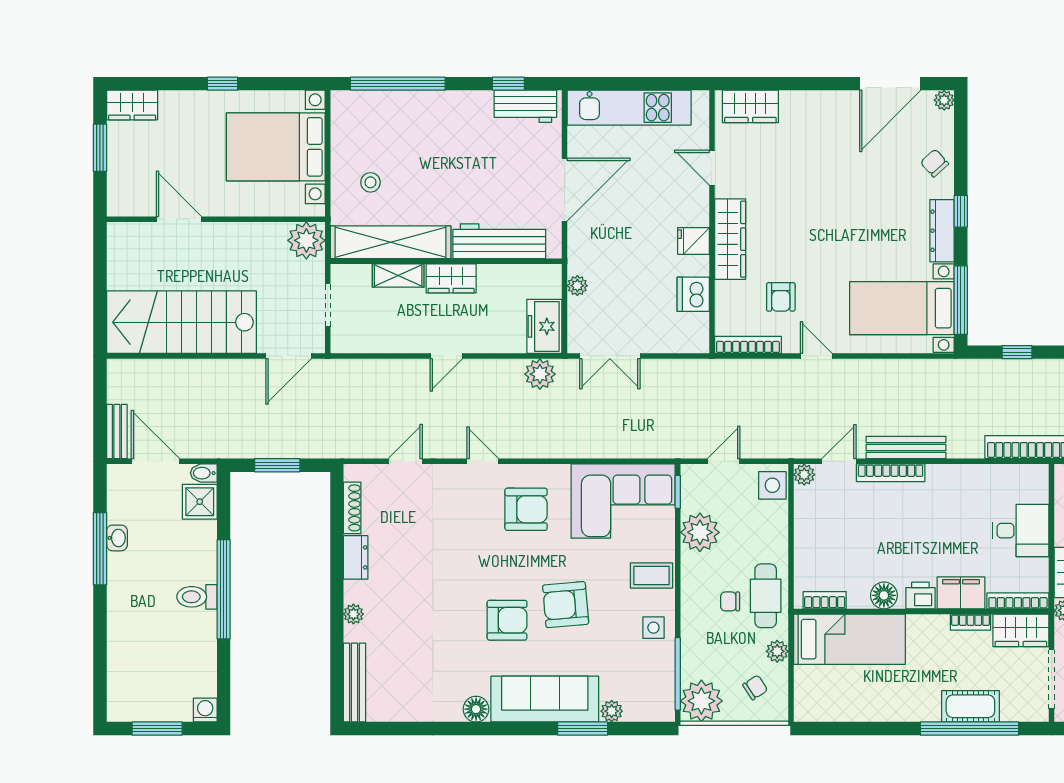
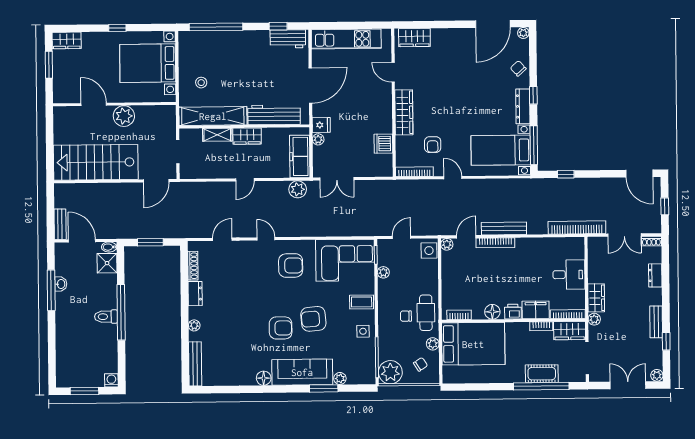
plant: (306, 240) -> (124, 116), moved
fridge: (693, 241) -> (321, 125), moved, turned 180
freezer: (544, 326) -> (300, 156), width x1.40
plant: (700, 532) -> (383, 272), width x0.53, depth x0.53
bed: (849, 639) -> (473, 344), width x1.50

